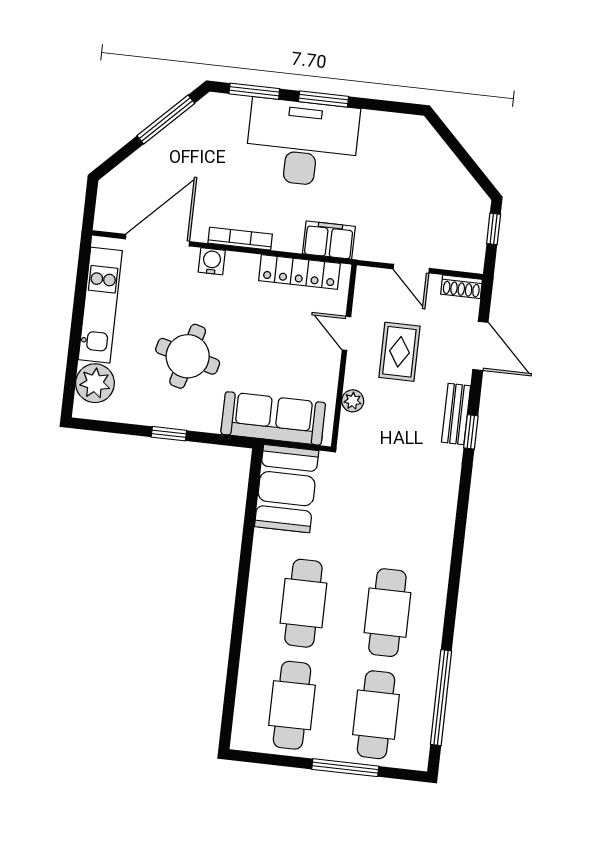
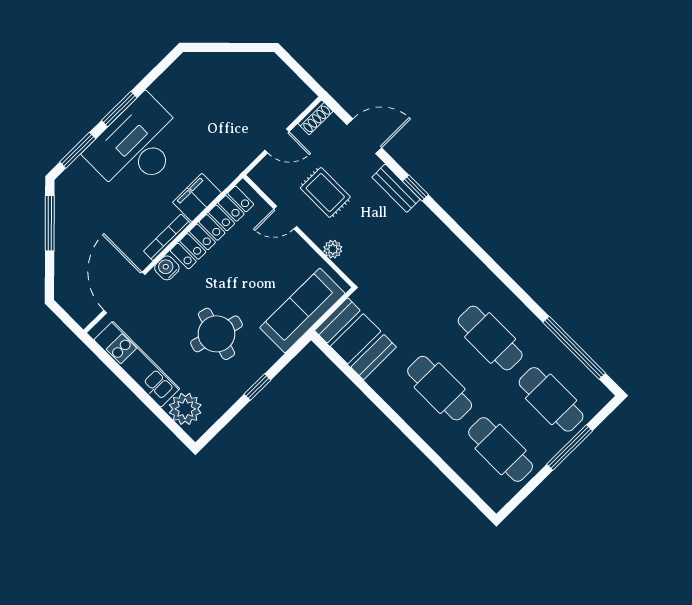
window: (494, 229) -> (294, 66), removed
filing cabinet: (329, 240) -> (197, 198), moved
locker: (299, 272) -> (212, 227), width x1.41, depth x1.21

